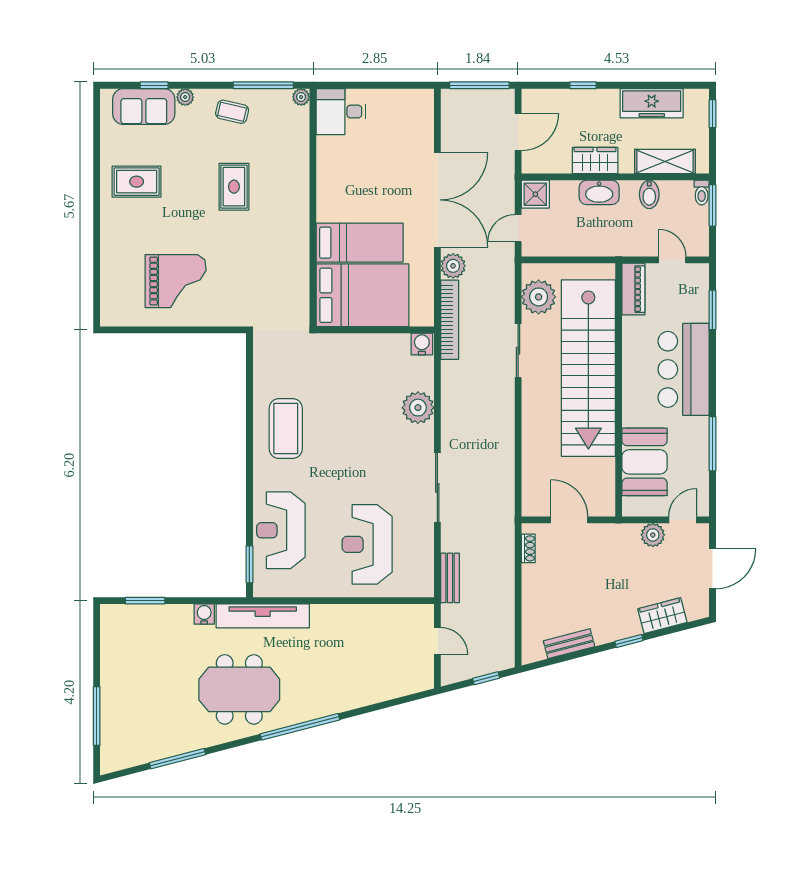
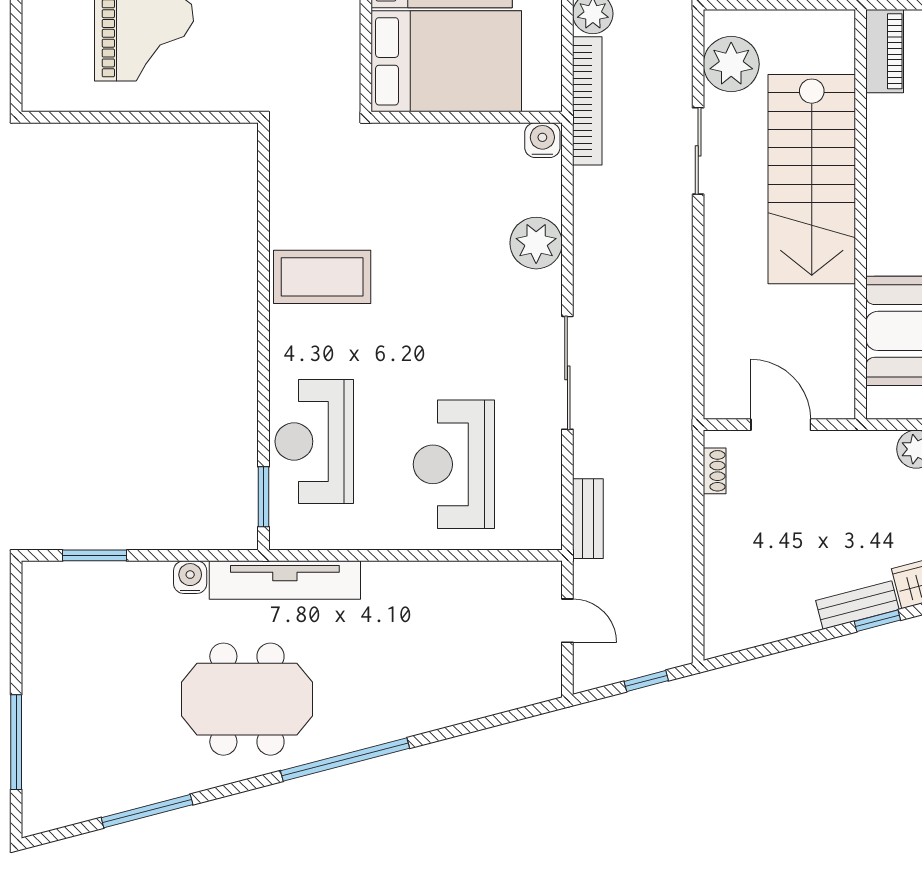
stairs: (588, 368) -> (812, 179), width x0.73
coffee table: (286, 429) -> (322, 277), turned 90
bench: (569, 644) -> (857, 605), moved

